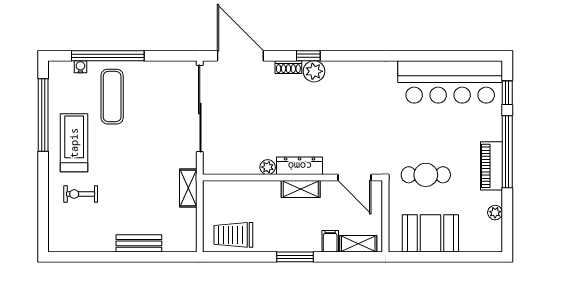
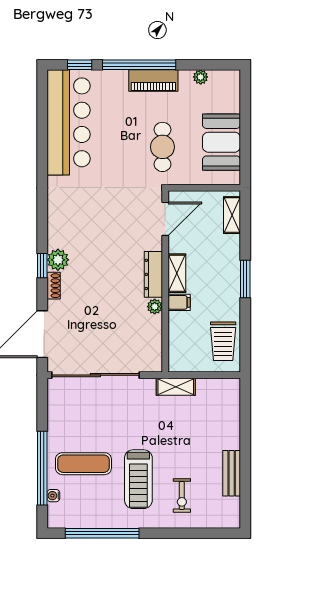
treadmill: (74, 143) -> (138, 479), moved, turned -90
filing cabinet: (330, 241) -> (179, 302), moved, turned 180
bench: (139, 243) -> (232, 473), moved

